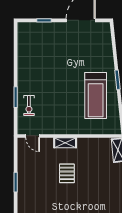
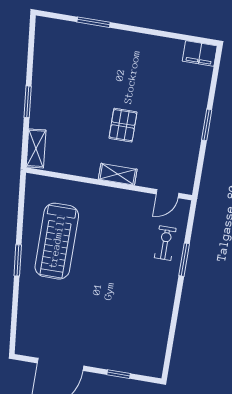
treadmill: (96, 96) -> (57, 241), turned 180
door: (33, 136) -> (167, 194), swing flipped

